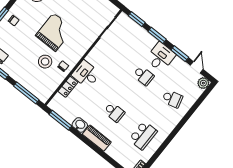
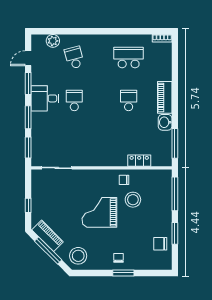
desk: (86, 74) -> (115, 153), removed
plant: (203, 83) -> (53, 41), moved

